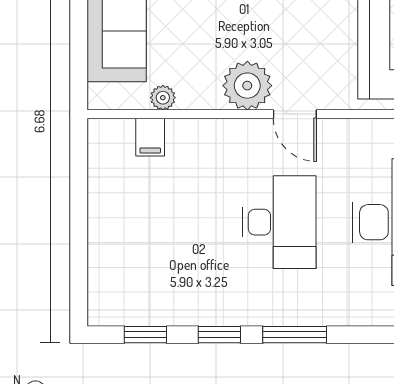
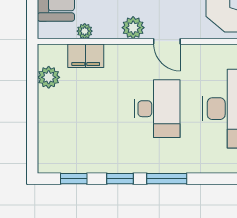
plant: (247, 86) -> (133, 28), width x0.73, depth x0.73
filing cabinet: (150, 137) -> (86, 56), width x2.00
plant: (105, 172) -> (49, 77), added

